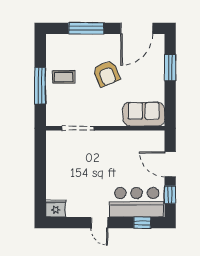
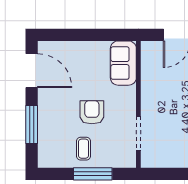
window: (170, 68) -> (73, 35), removed
armchair: (106, 74) -> (92, 112), moved, turned -68

